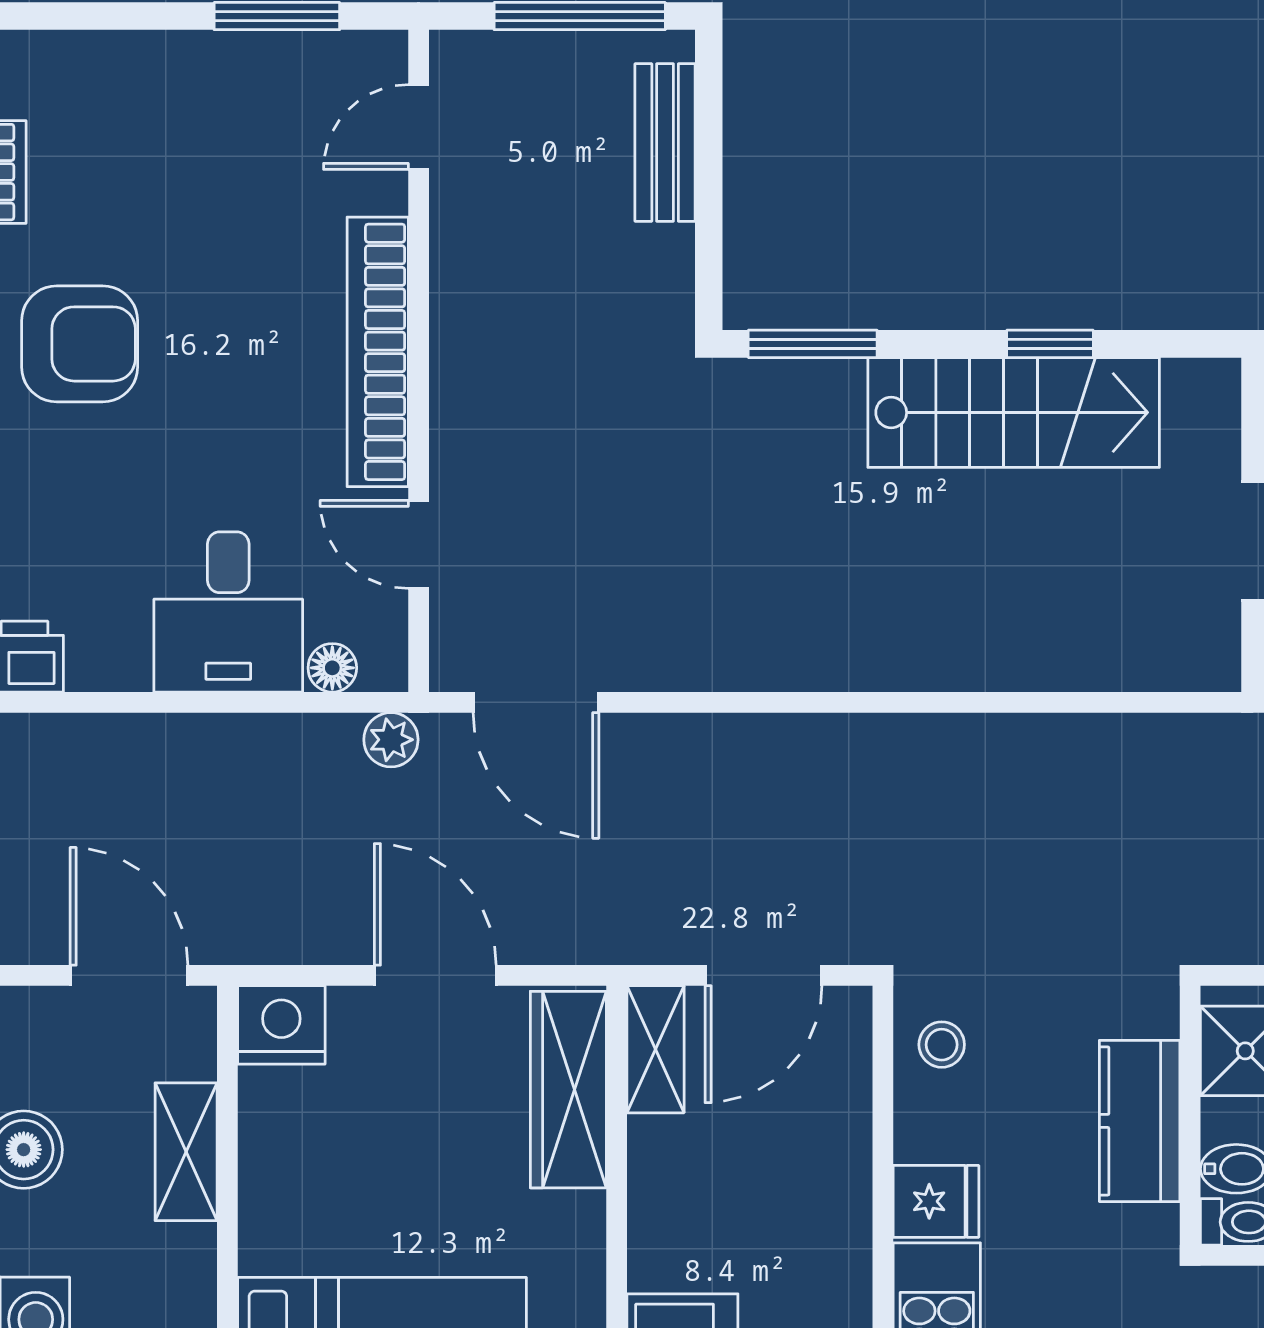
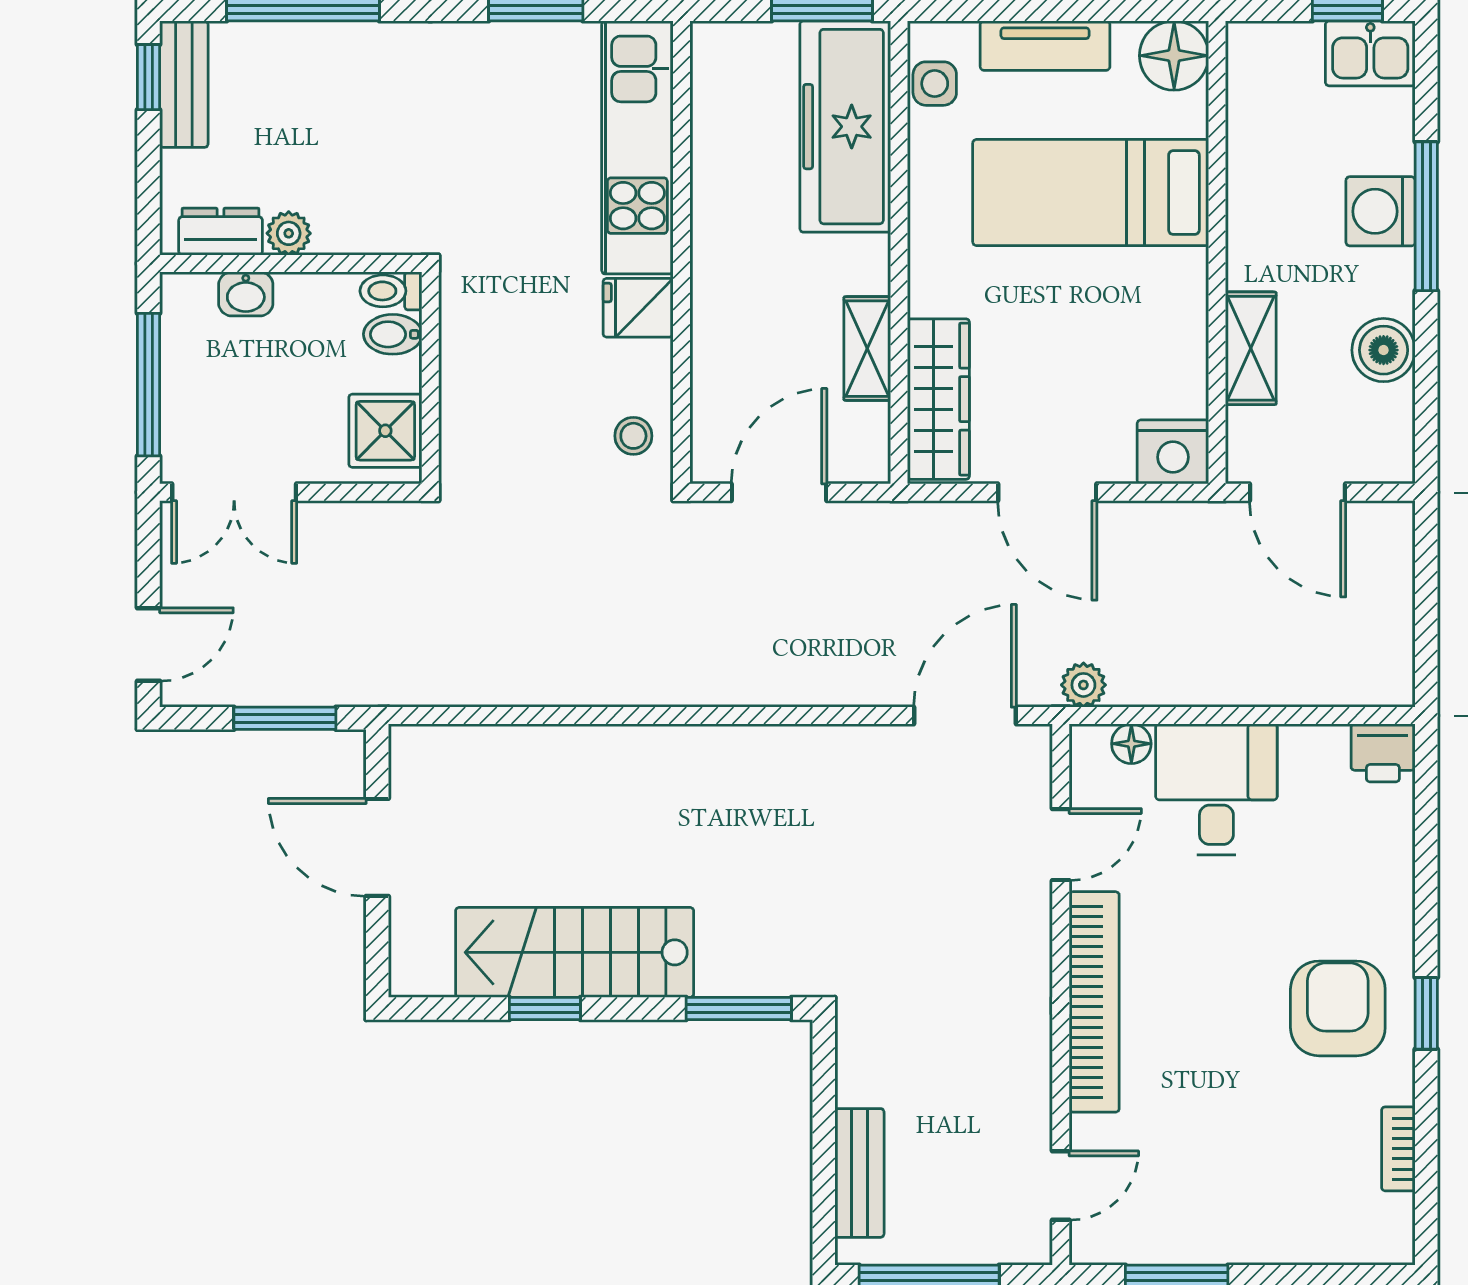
armchair: (80, 344) -> (1338, 1008), turned 90
door: (419, 544) -> (1061, 845), hinge flipped
door: (536, 702) -> (965, 716), hinge flipped
shelving: (655, 1049) -> (867, 349), moved
kitchen counter: (1140, 1121) -> (472, 373), removed

